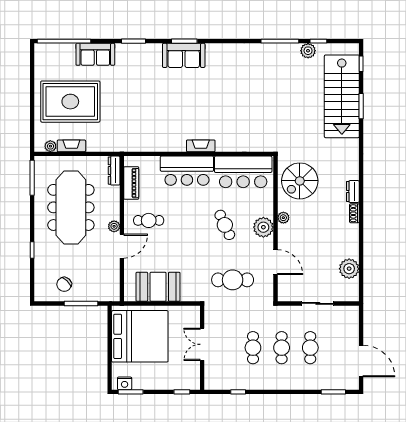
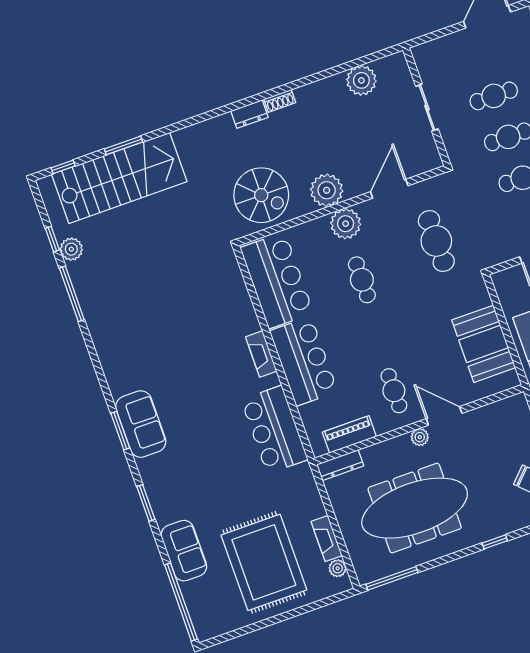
bar counter: (151, 137) -> (274, 430), added
plant: (283, 218) -> (327, 190), width x1.87, depth x1.87
cafe table: (225, 225) -> (362, 280), turned -65

